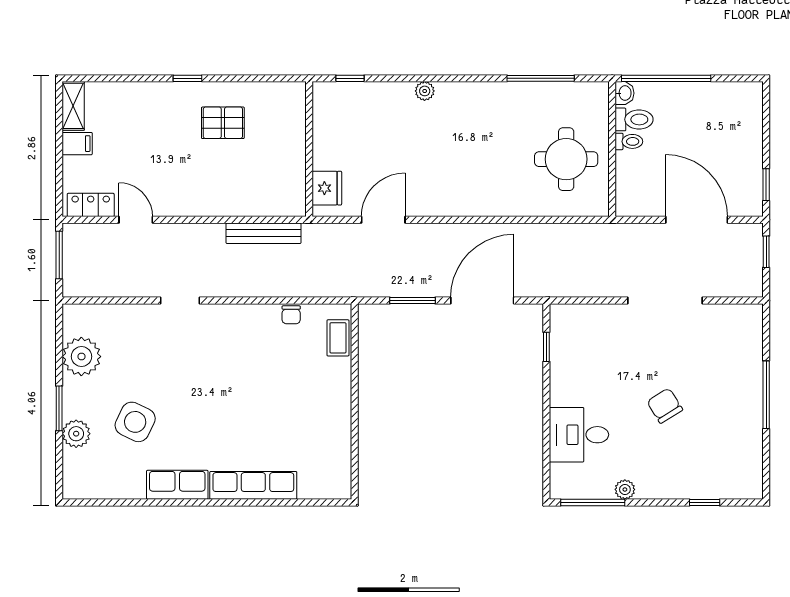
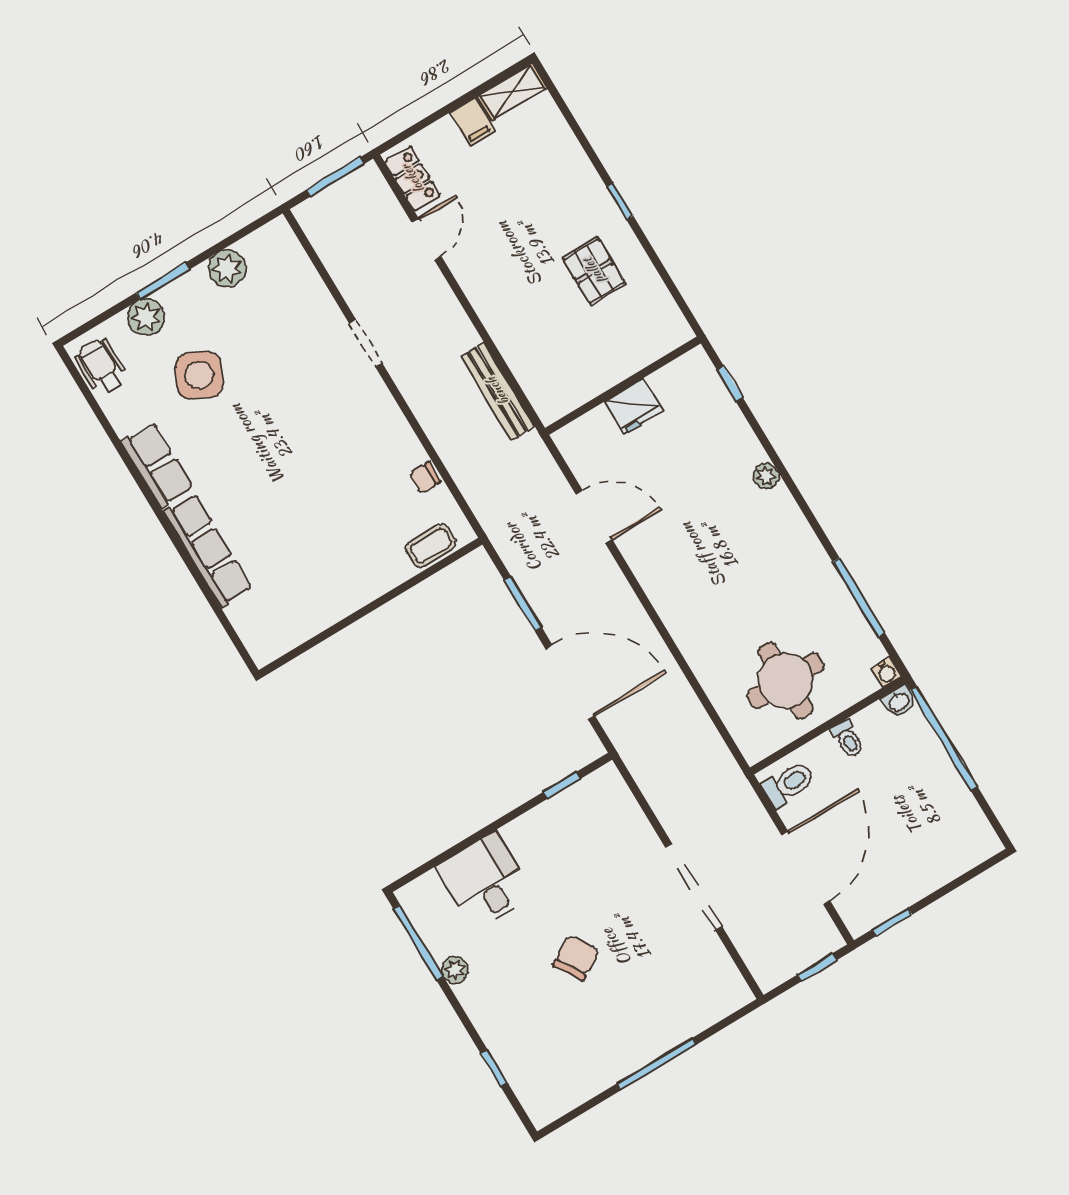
water cooler: (601, 90) -> (886, 672), added
toilet: (634, 119) -> (789, 784), moved, turned -90
fridge: (327, 188) -> (634, 406), moved
plant: (81, 357) -> (227, 268), width x0.73, depth x0.73
wheelchair: (91, 483) -> (101, 367), added

